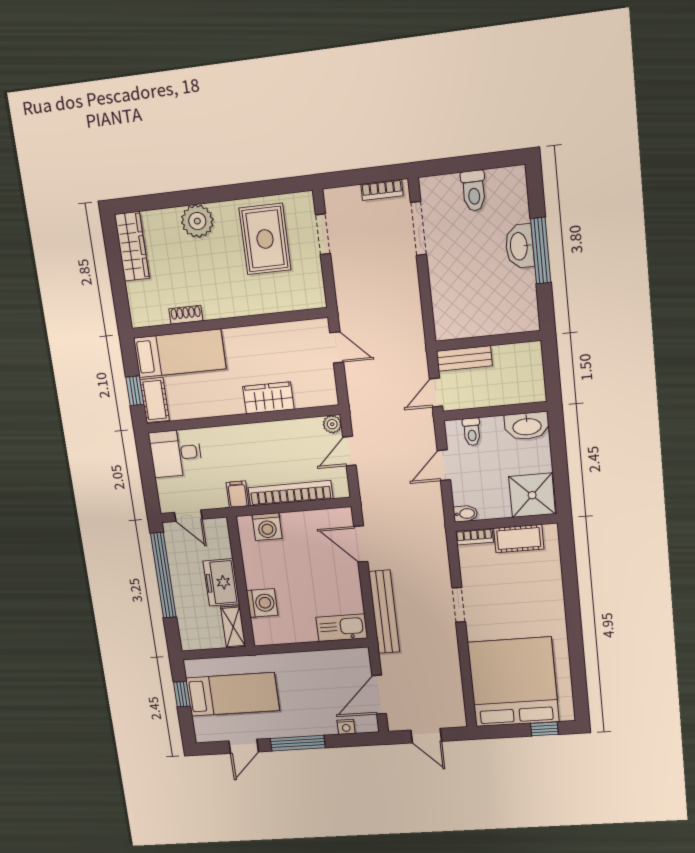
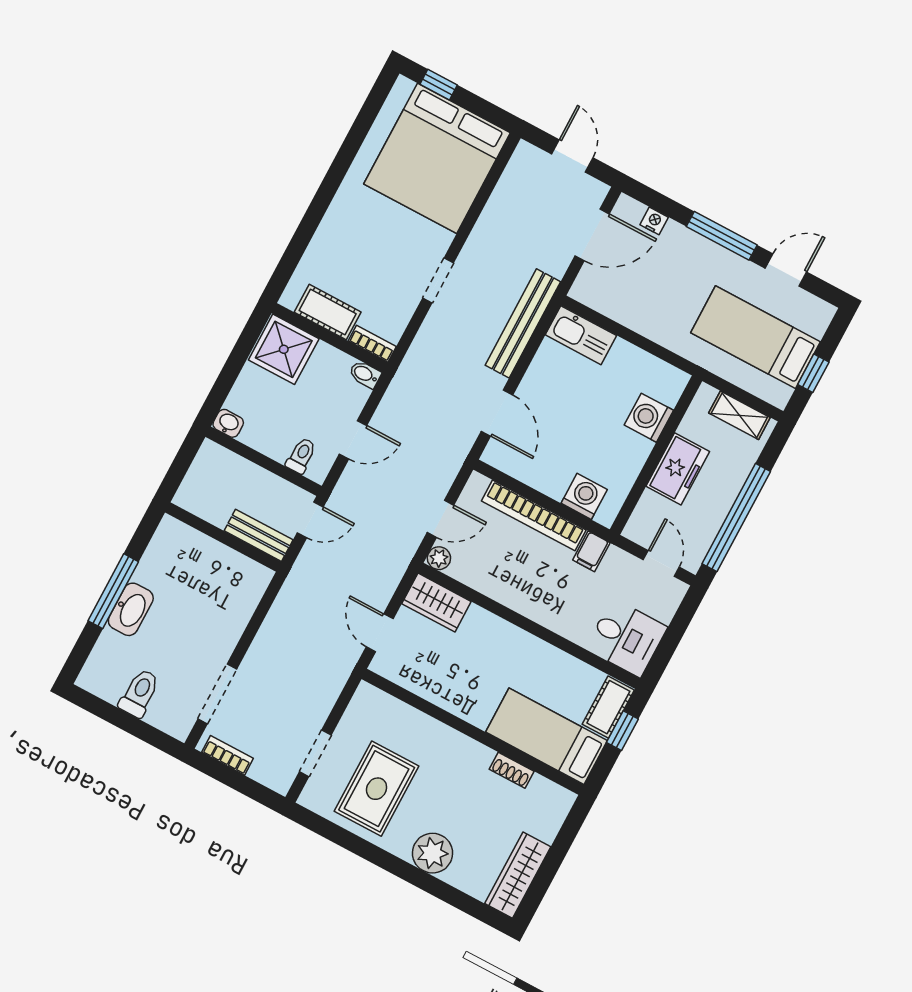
wardrobe: (268, 398) -> (436, 603), moved
washbasin: (527, 426) -> (228, 423), width x0.52, depth x0.69
shelving: (233, 627) -> (739, 415), moved, turned 90

